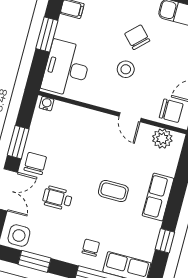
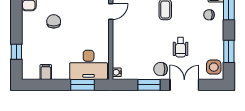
window: (47, 34) -> (82, 85), moved
chair: (137, 37) -> (54, 21), turned 134
stool: (126, 69) -> (78, 23), removed

